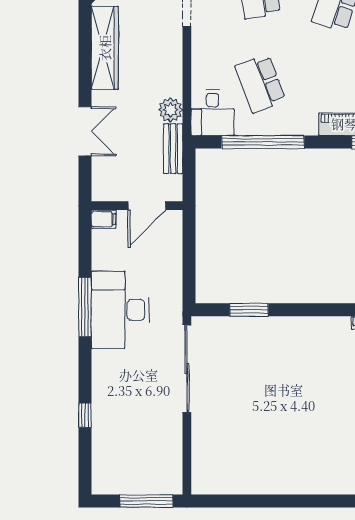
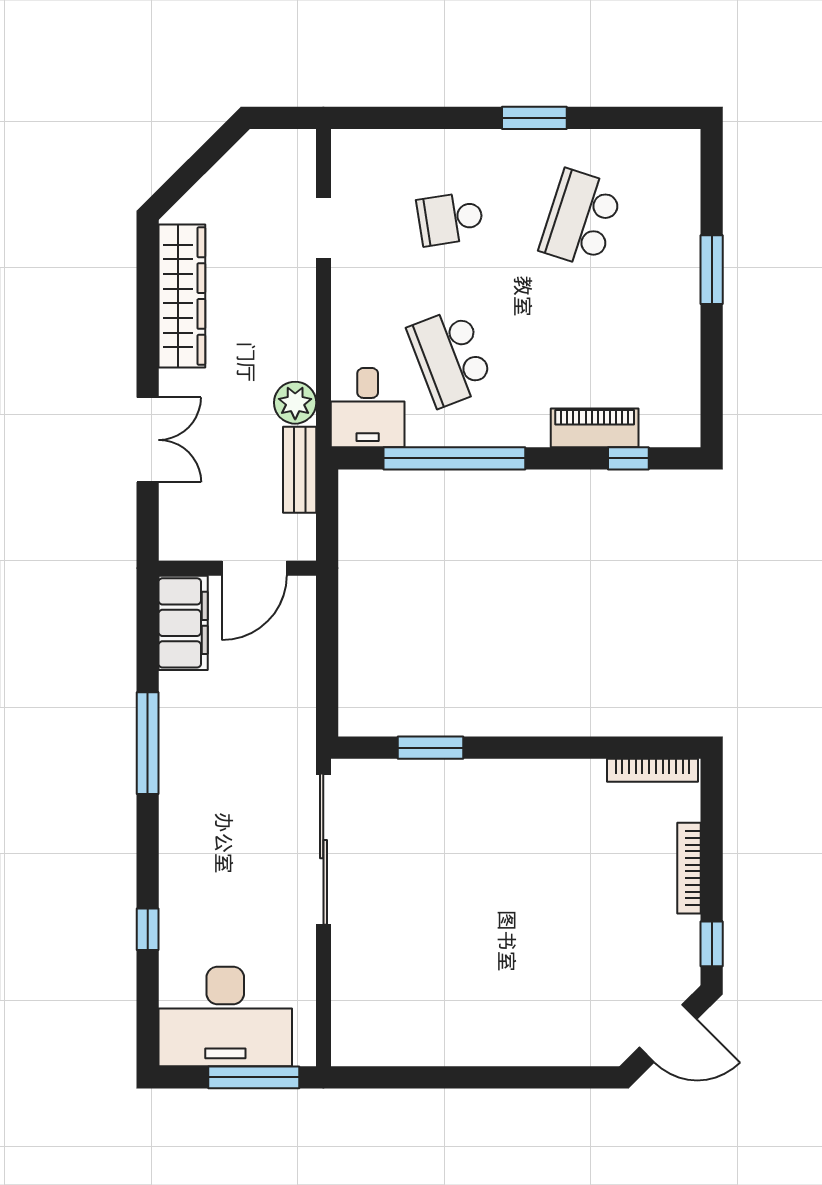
filing cabinet: (104, 219) -> (183, 623), width x3.00, depth x1.17
desk: (120, 310) -> (225, 1016), moved, turned -90

